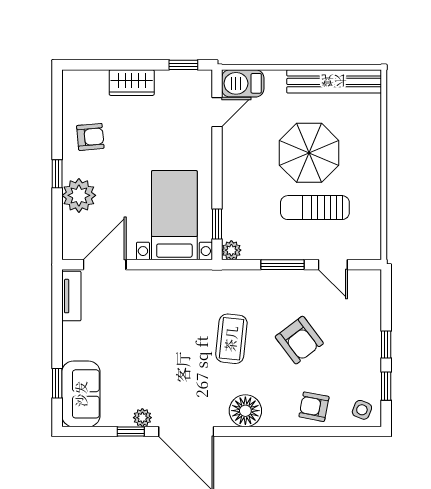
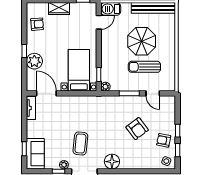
armchair: (90, 137) -> (37, 24), moved
door: (105, 265) -> (46, 93), hinge flipped
coffee table: (231, 339) -> (80, 144), moved
armchair: (314, 407) -> (164, 140), moved

